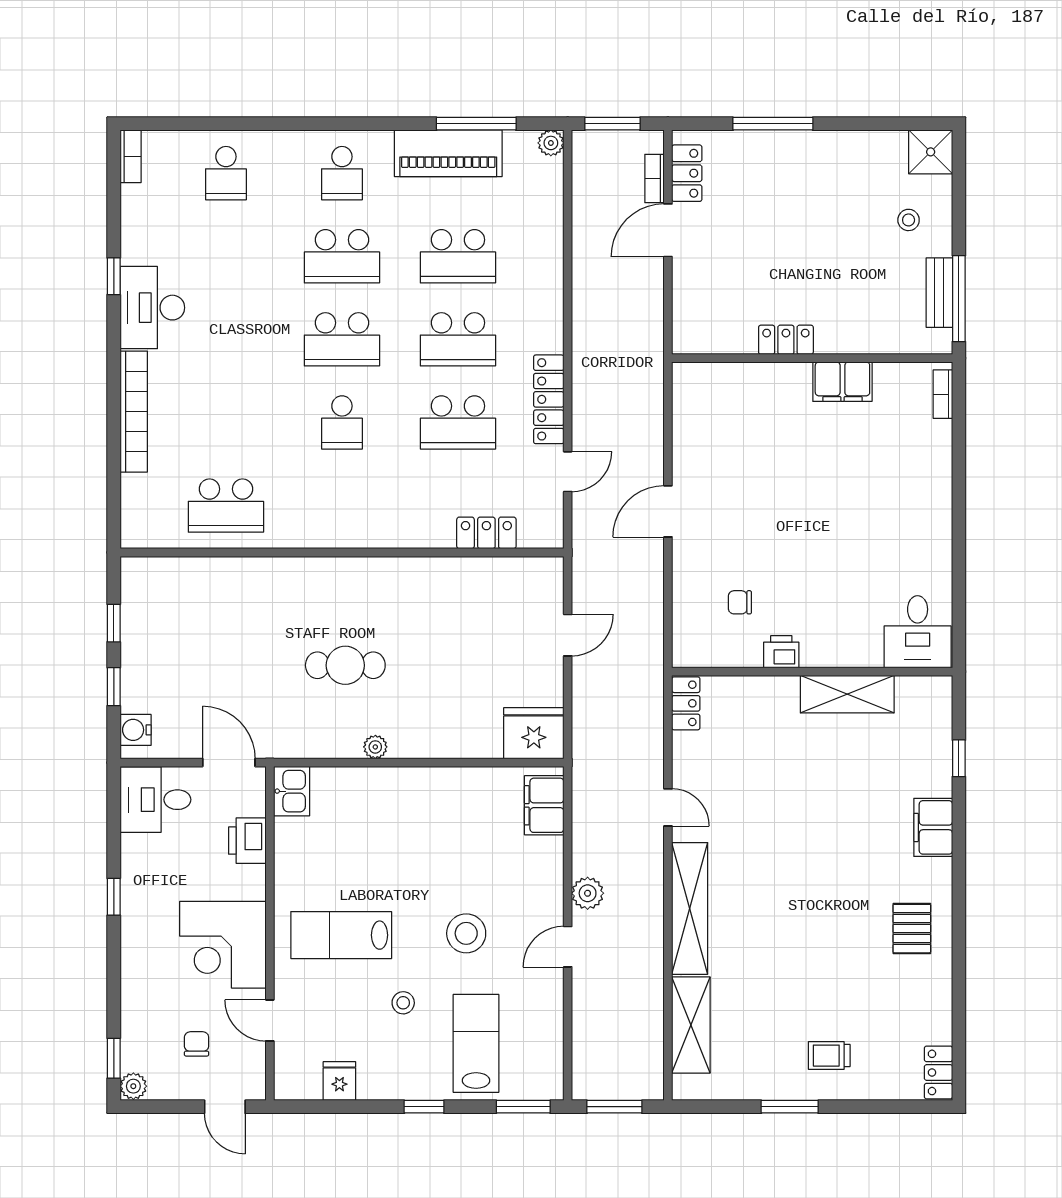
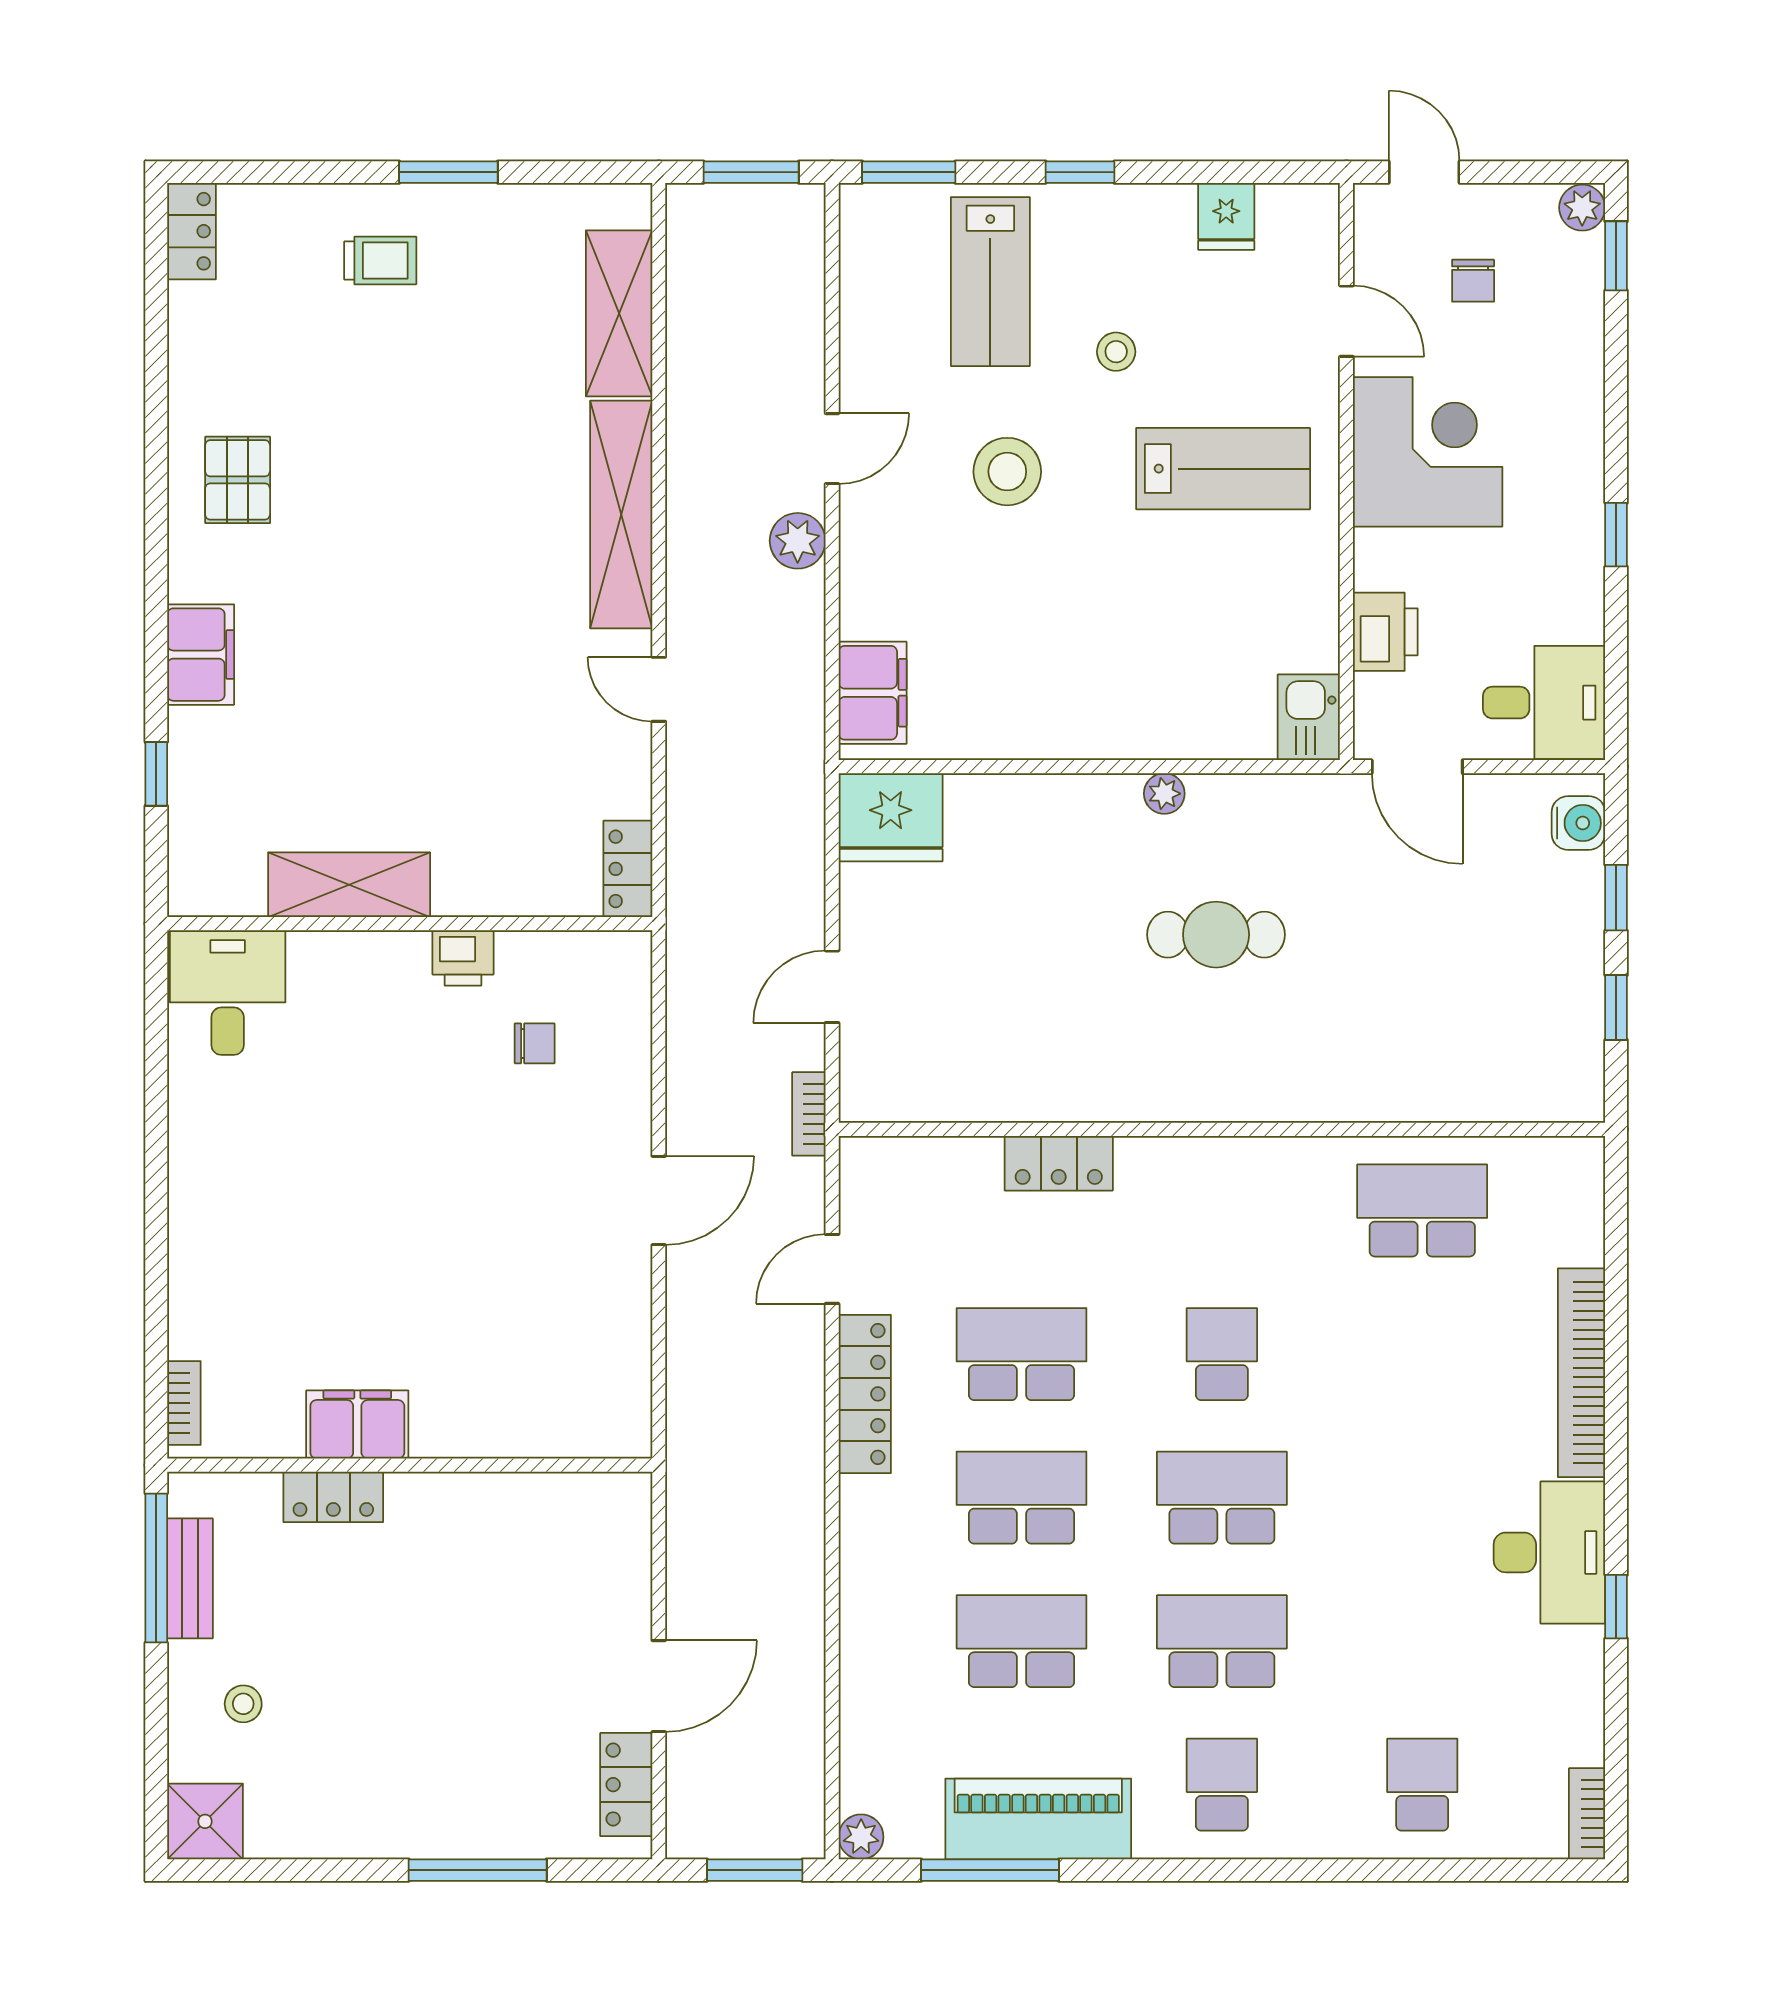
bookcase: (655, 178) -> (809, 1114), moved, turned 180
locker: (786, 340) -> (333, 1497), moved
locker: (486, 533) -> (1059, 1163), moved

